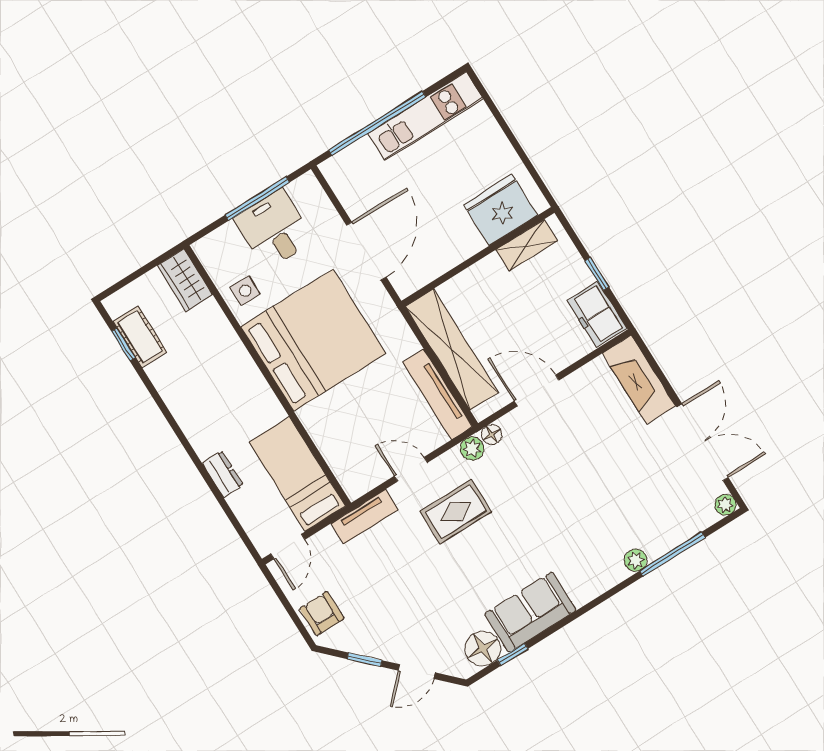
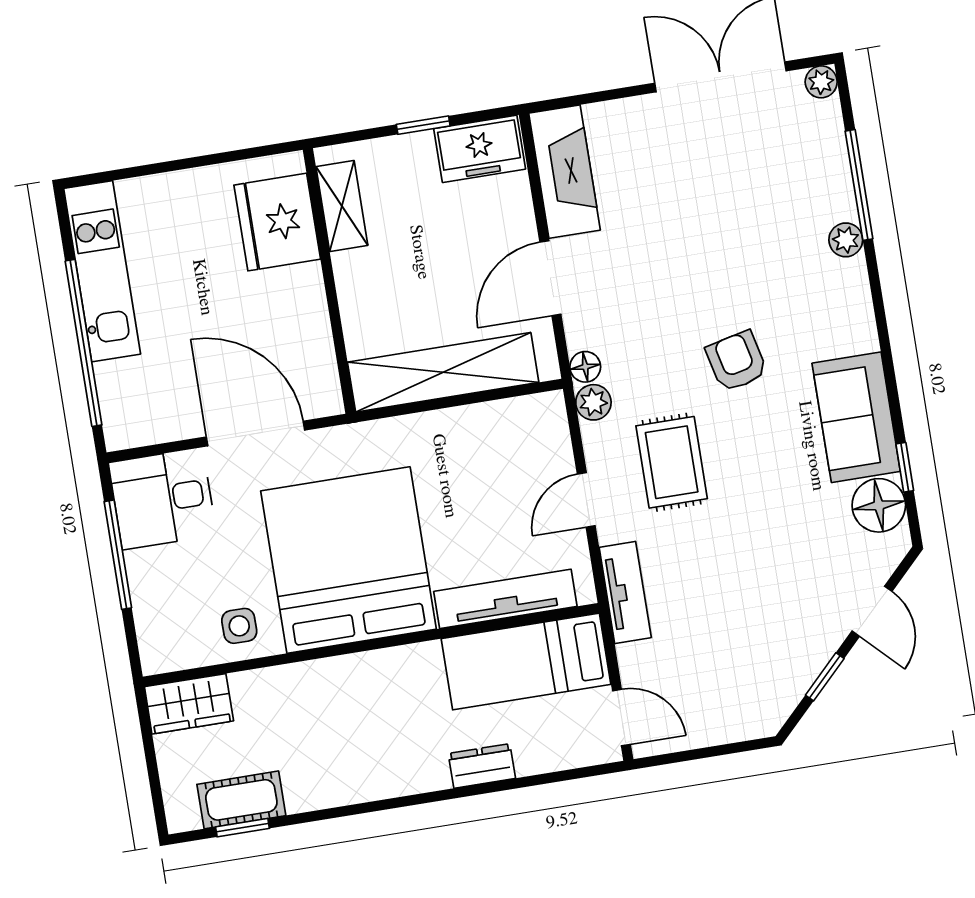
desk: (274, 229) -> (162, 499), moved
fireplace: (639, 380) -> (565, 172), moved, turned -90
tv unit: (438, 394) -> (505, 599), moved, turned 180
armchair: (322, 613) -> (737, 361), moved, turned 77

